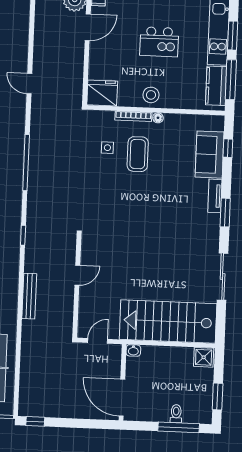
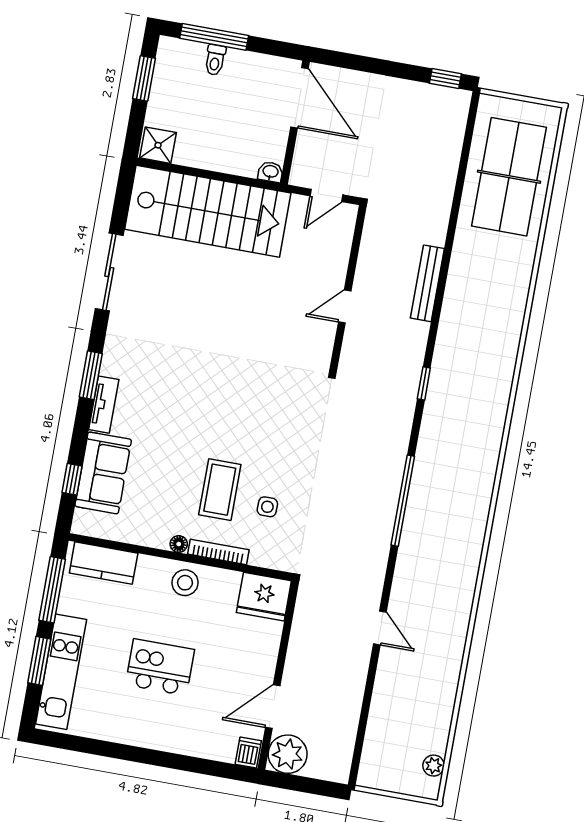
kitchen counter: (216, 86) -> (104, 563), moved, turned 90

